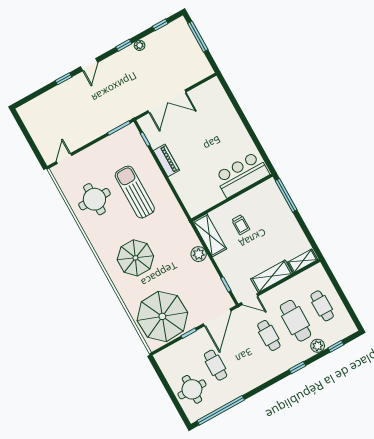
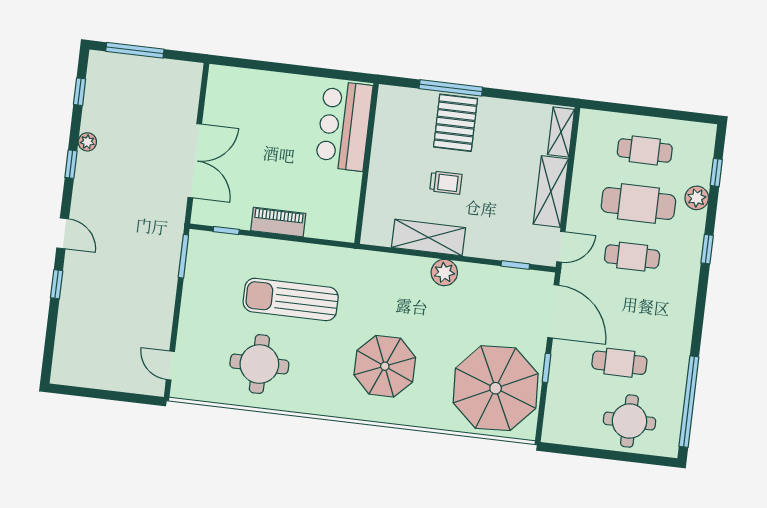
bar counter: (242, 175) -> (344, 126), moved
wall: (232, 198) -> (367, 163), moved
pallet: (272, 209) -> (456, 123), added

